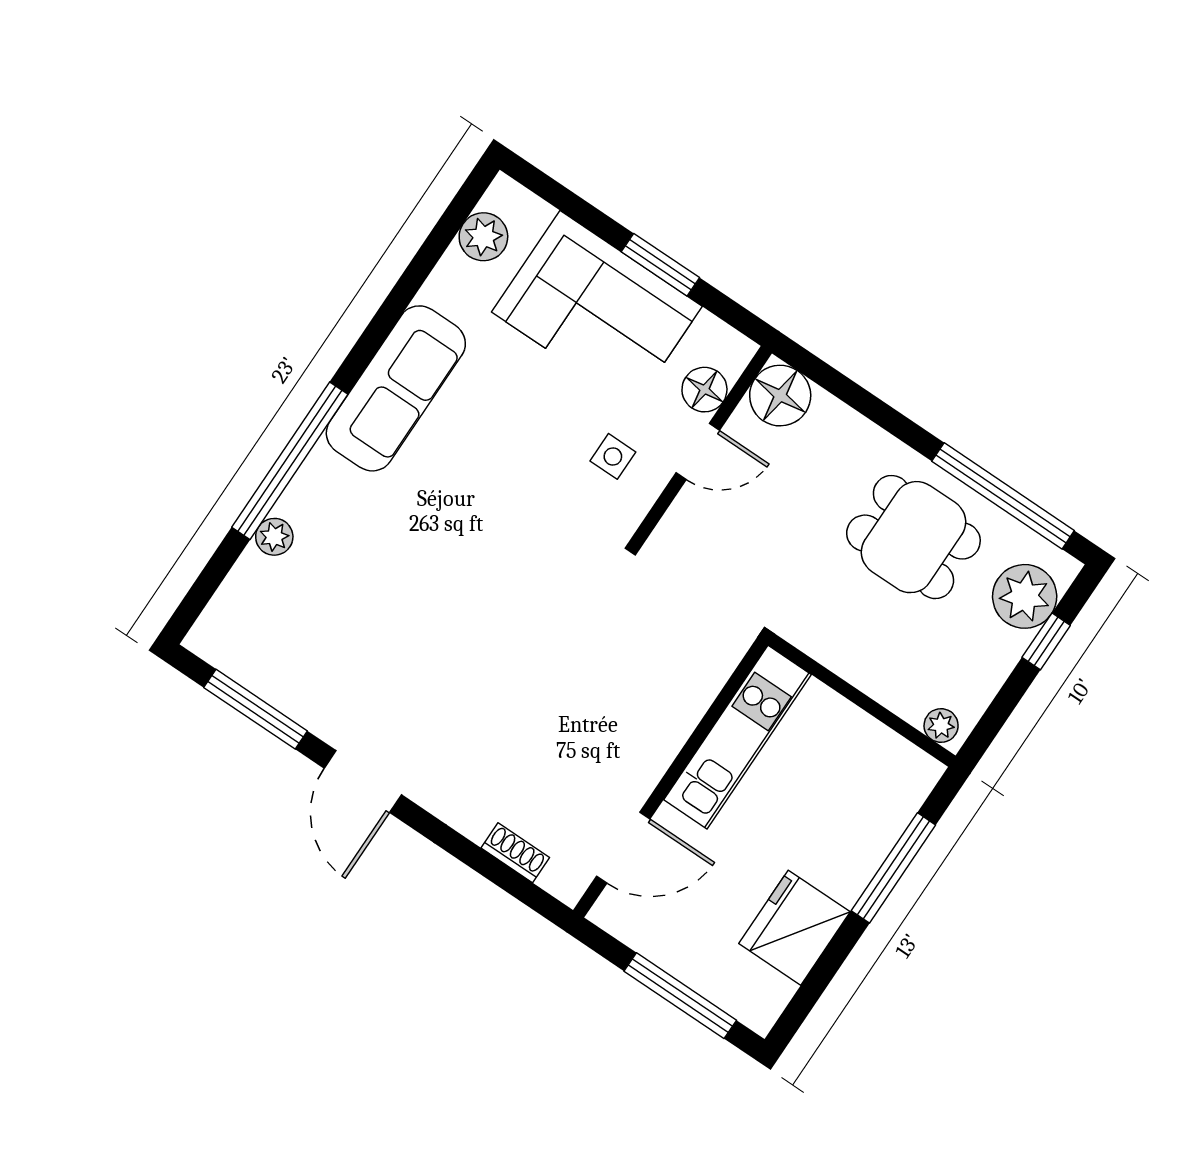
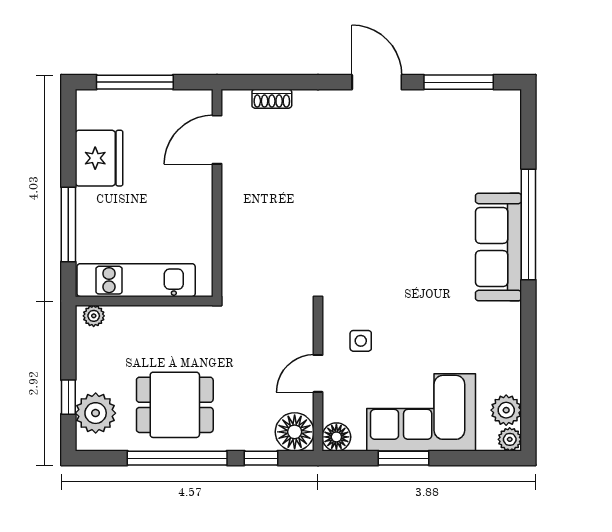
sofa: (396, 388) -> (499, 247), moved
floor lamp: (704, 390) -> (336, 437), moved
window: (847, 391) -> (261, 458), added
window: (1003, 496) -> (177, 458), moved
plant: (274, 537) -> (510, 439), moved
kitchen unit: (738, 737) -> (136, 280), moved, turned 90

